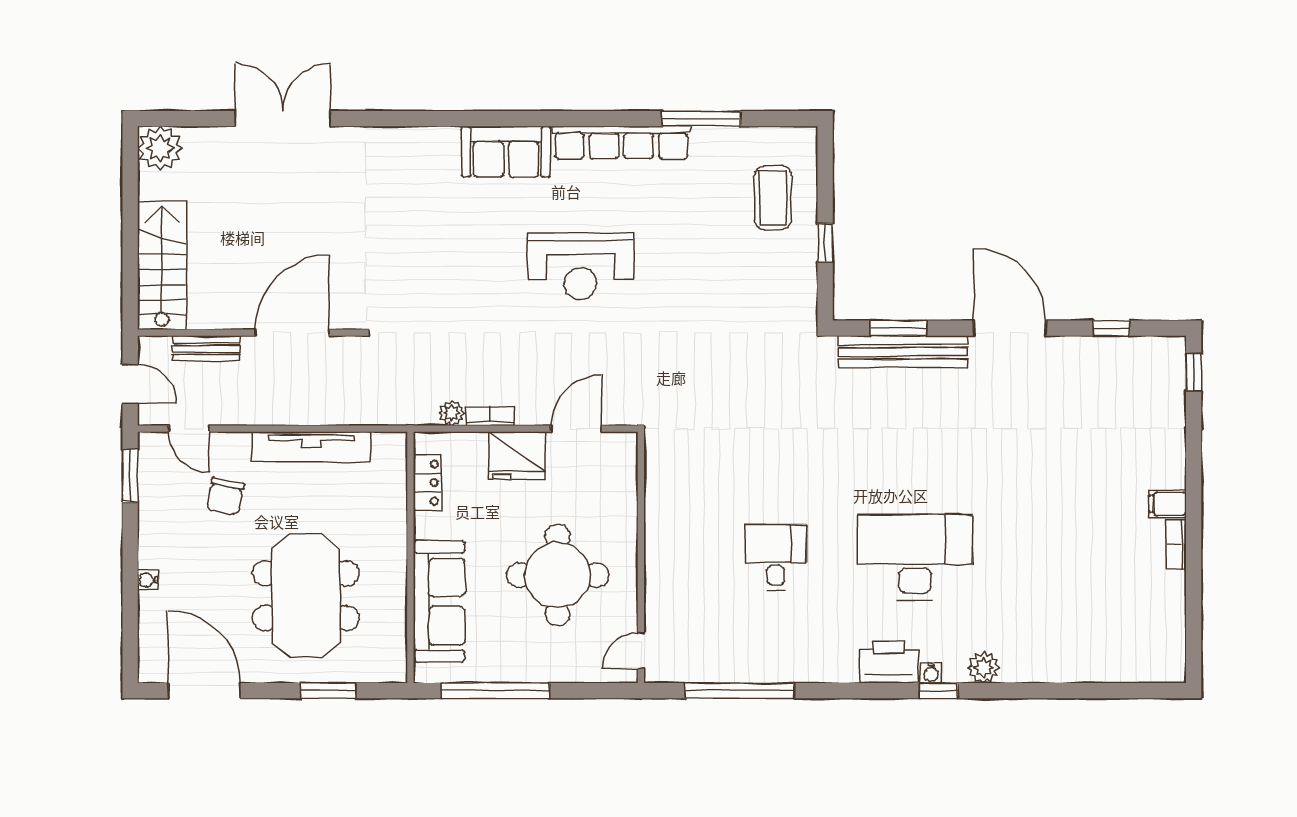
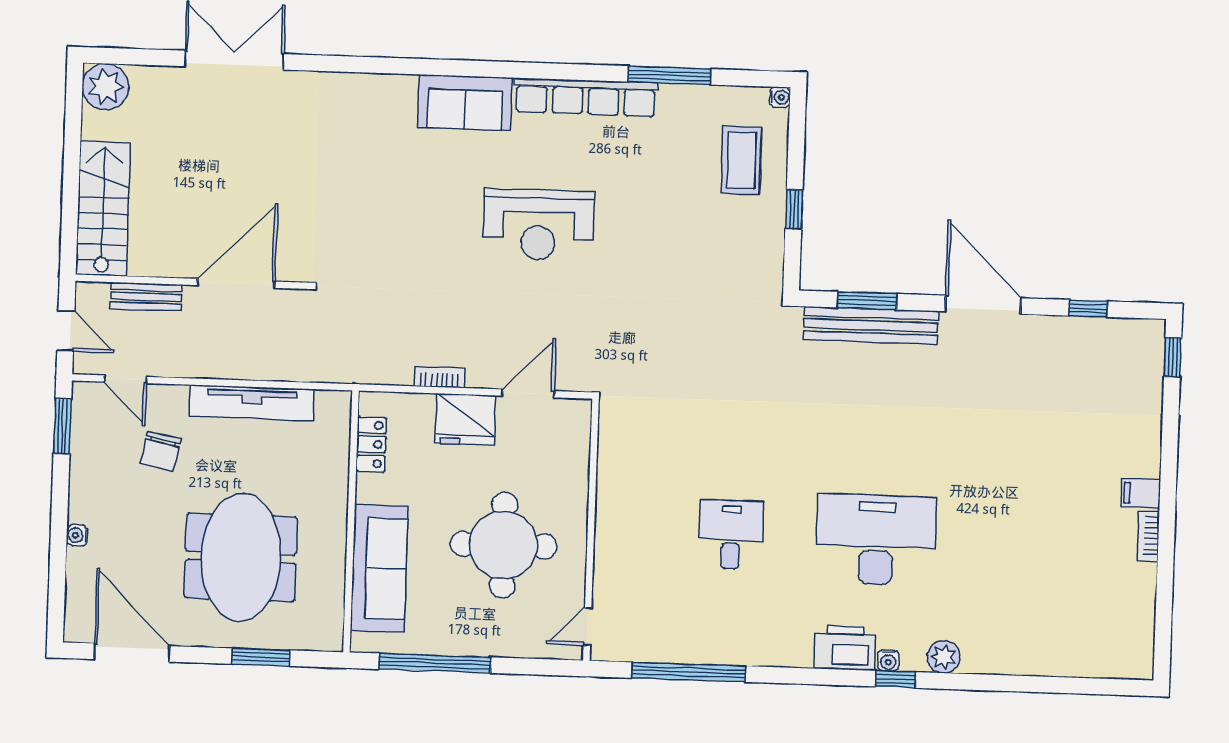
water cooler: (808, 136) -> (780, 97), added
plant: (451, 413) -> (399, 373), removed

